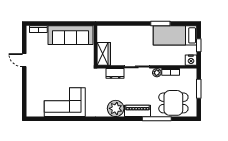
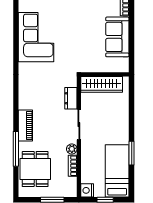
sofa: (71, 35) -> (117, 37), width x0.73
wardrobe: (104, 54) -> (102, 84), width x1.50
plant: (116, 108) -> (28, 99), removed

